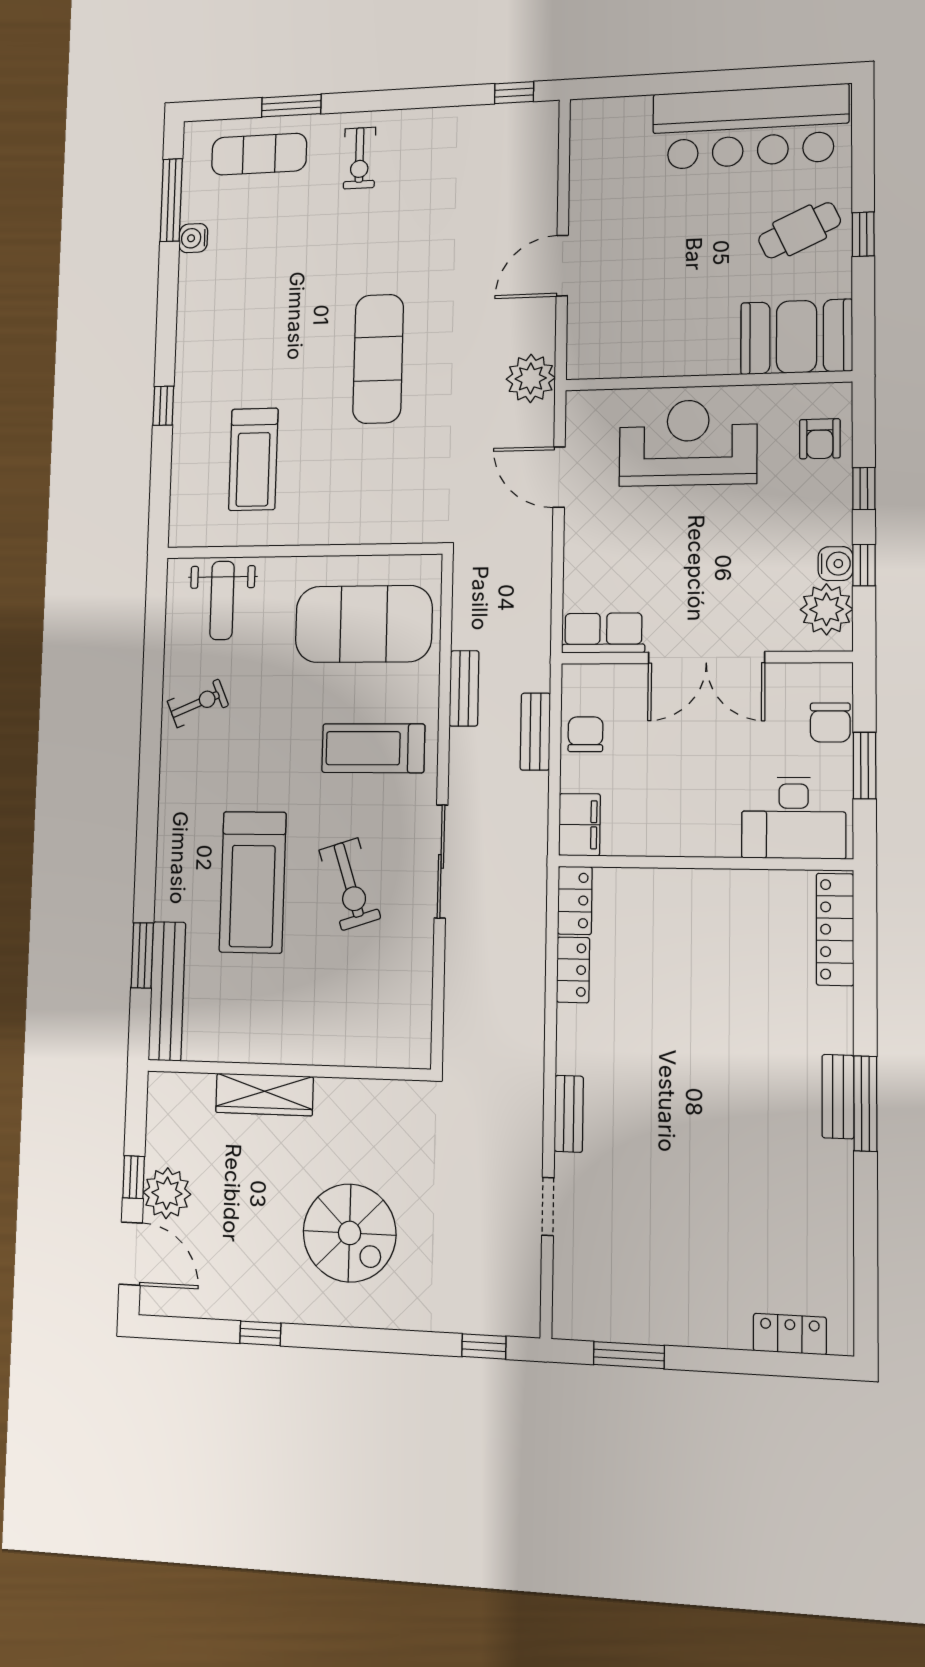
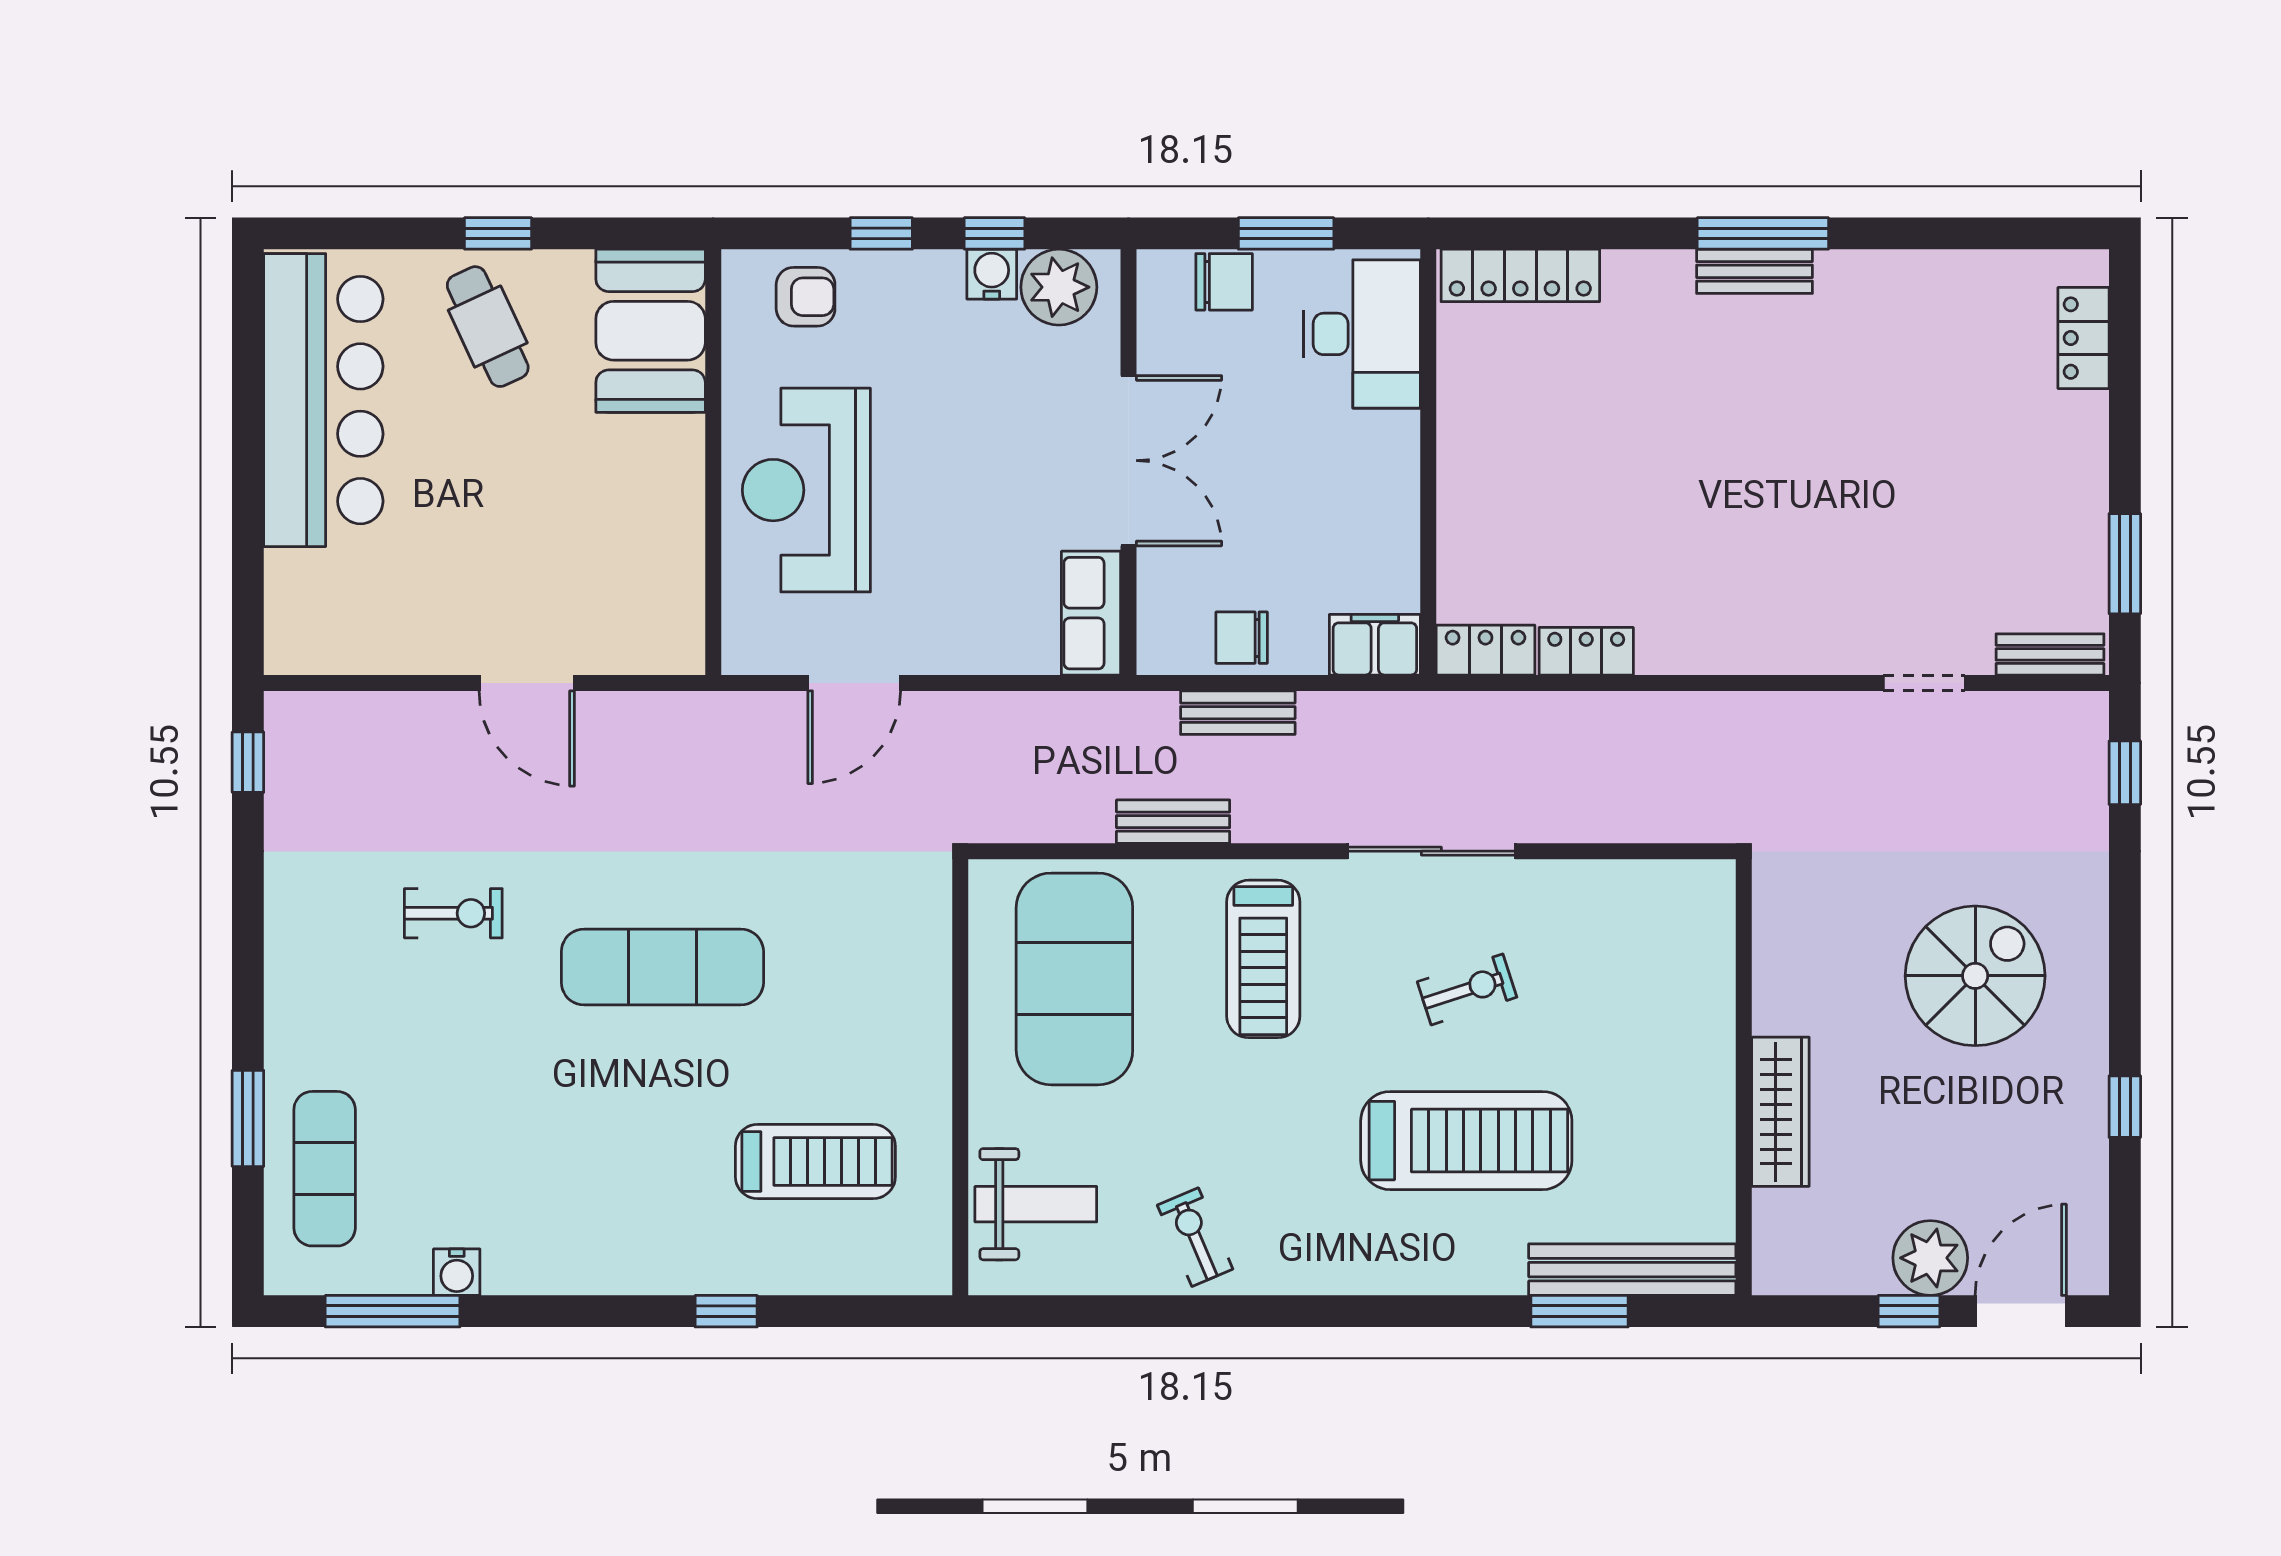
exercise bike: (360, 158) -> (453, 913), moved
plant: (531, 378) -> (701, 729), removed
exercise bike: (350, 884) -> (1467, 989), width x0.73, depth x0.72
bench: (569, 1114) -> (2050, 654), moved

